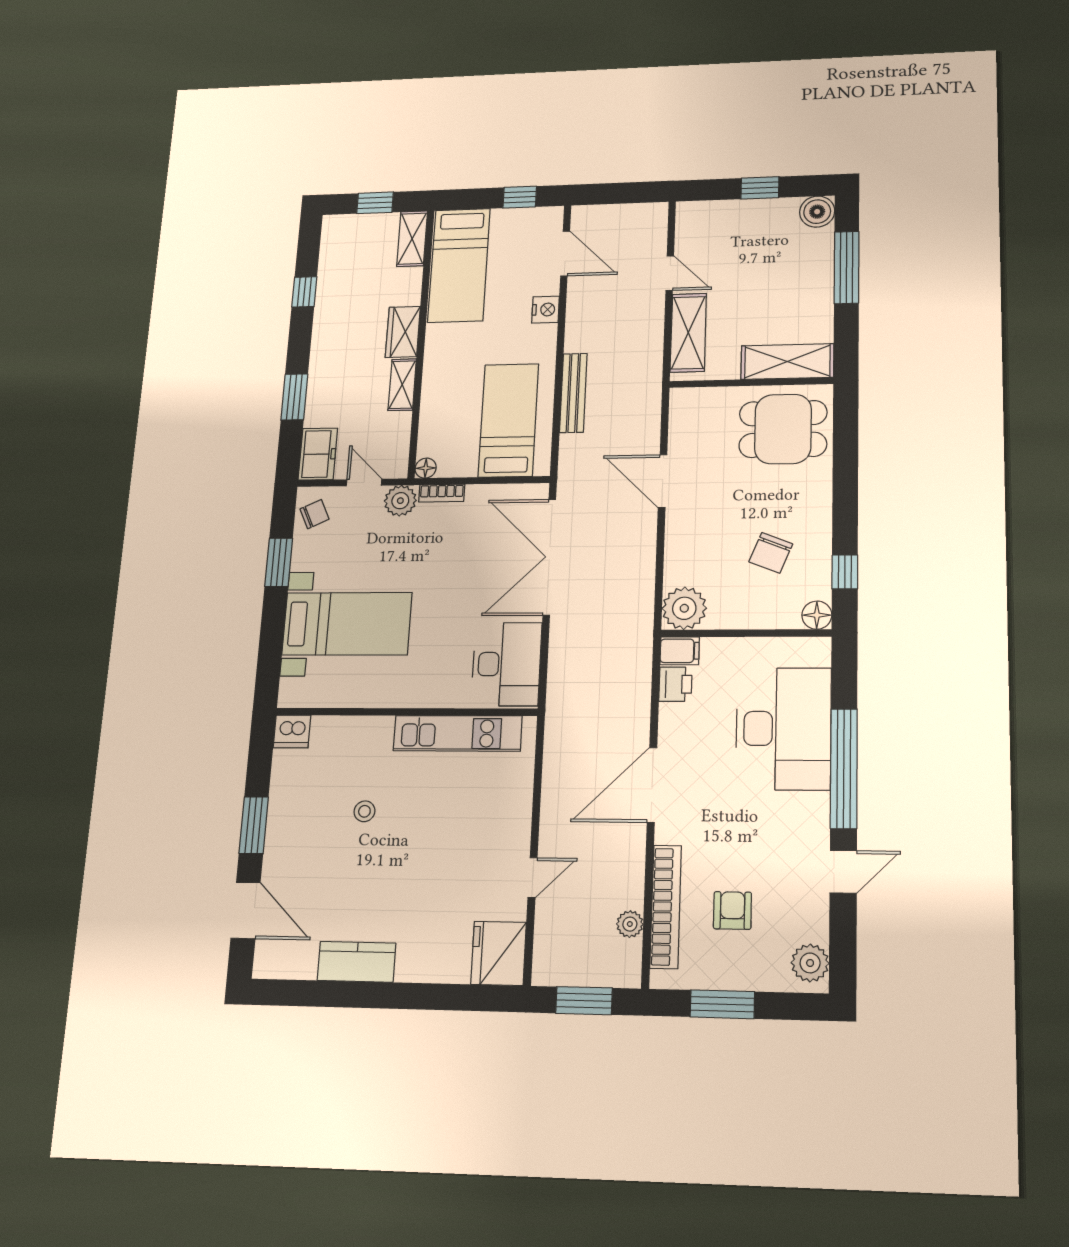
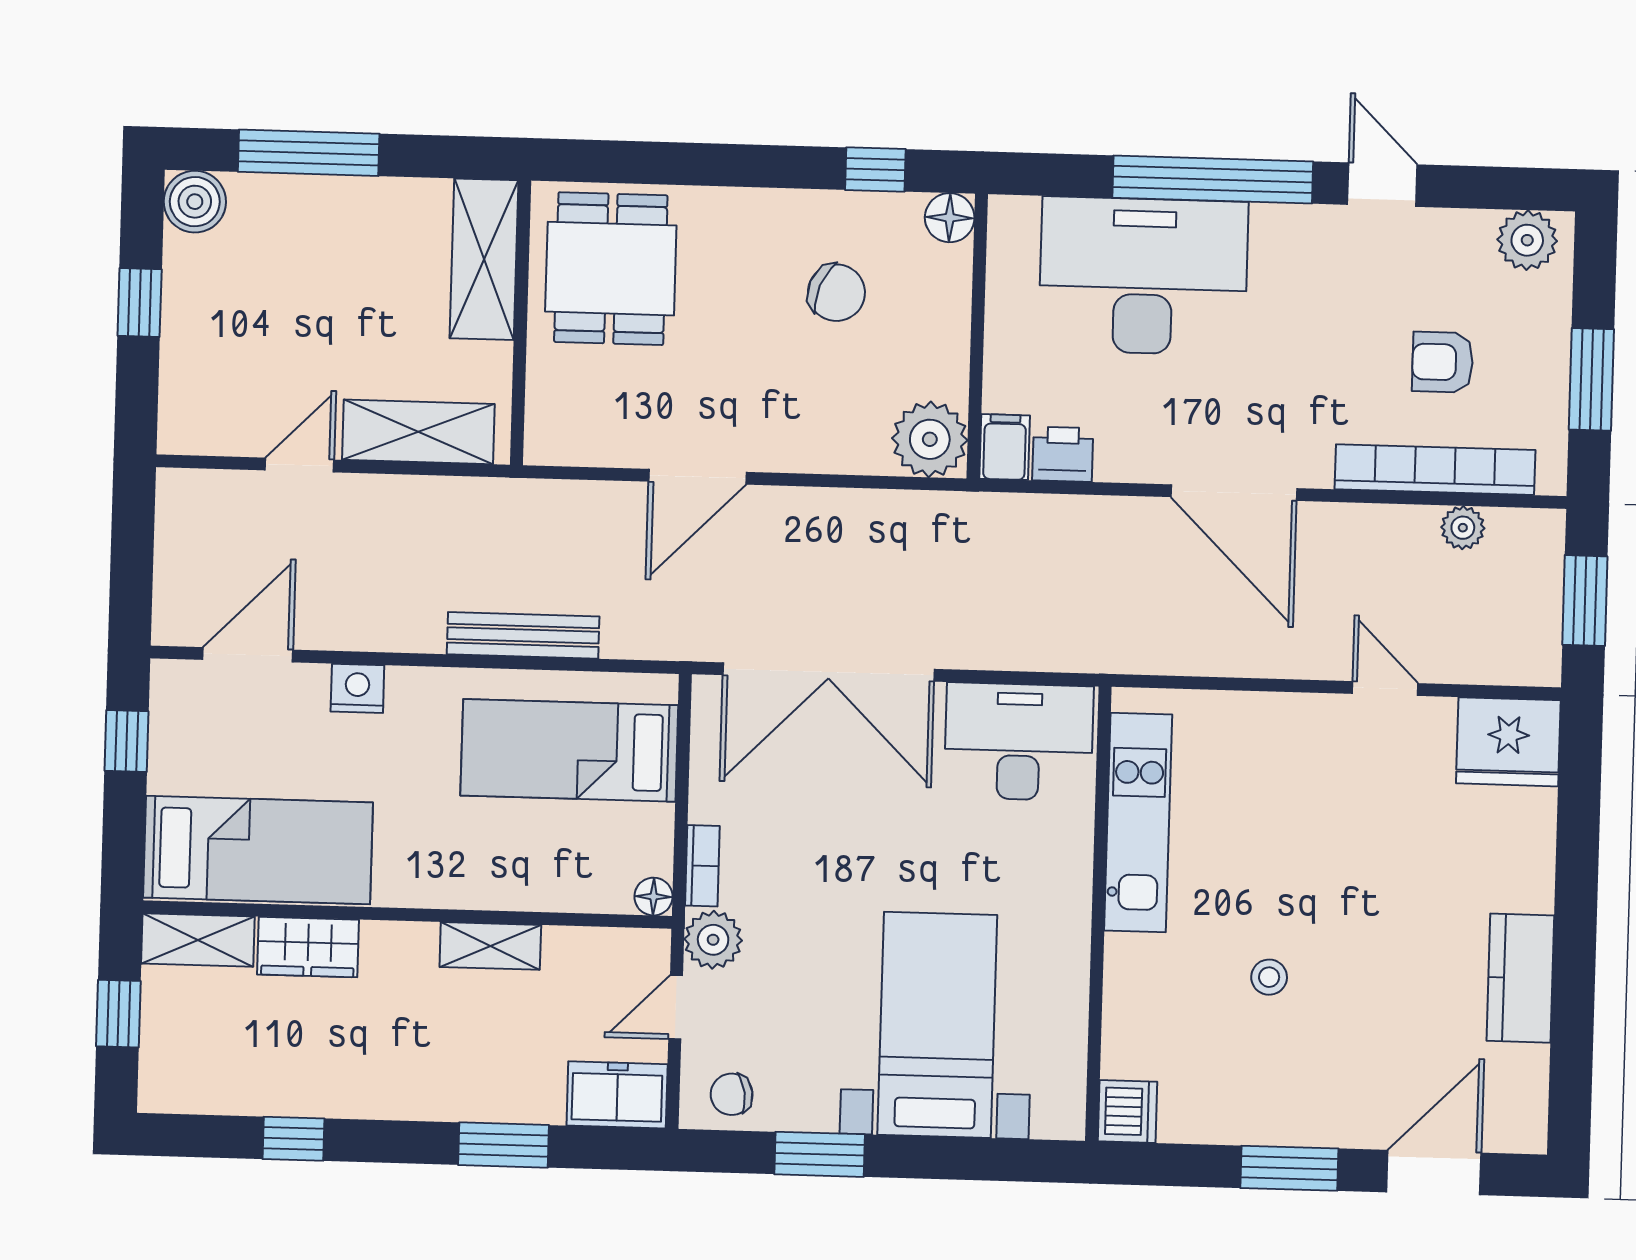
wardrobe: (403, 332) -> (308, 947), moved
chair: (315, 514) -> (732, 1094), turned -74

